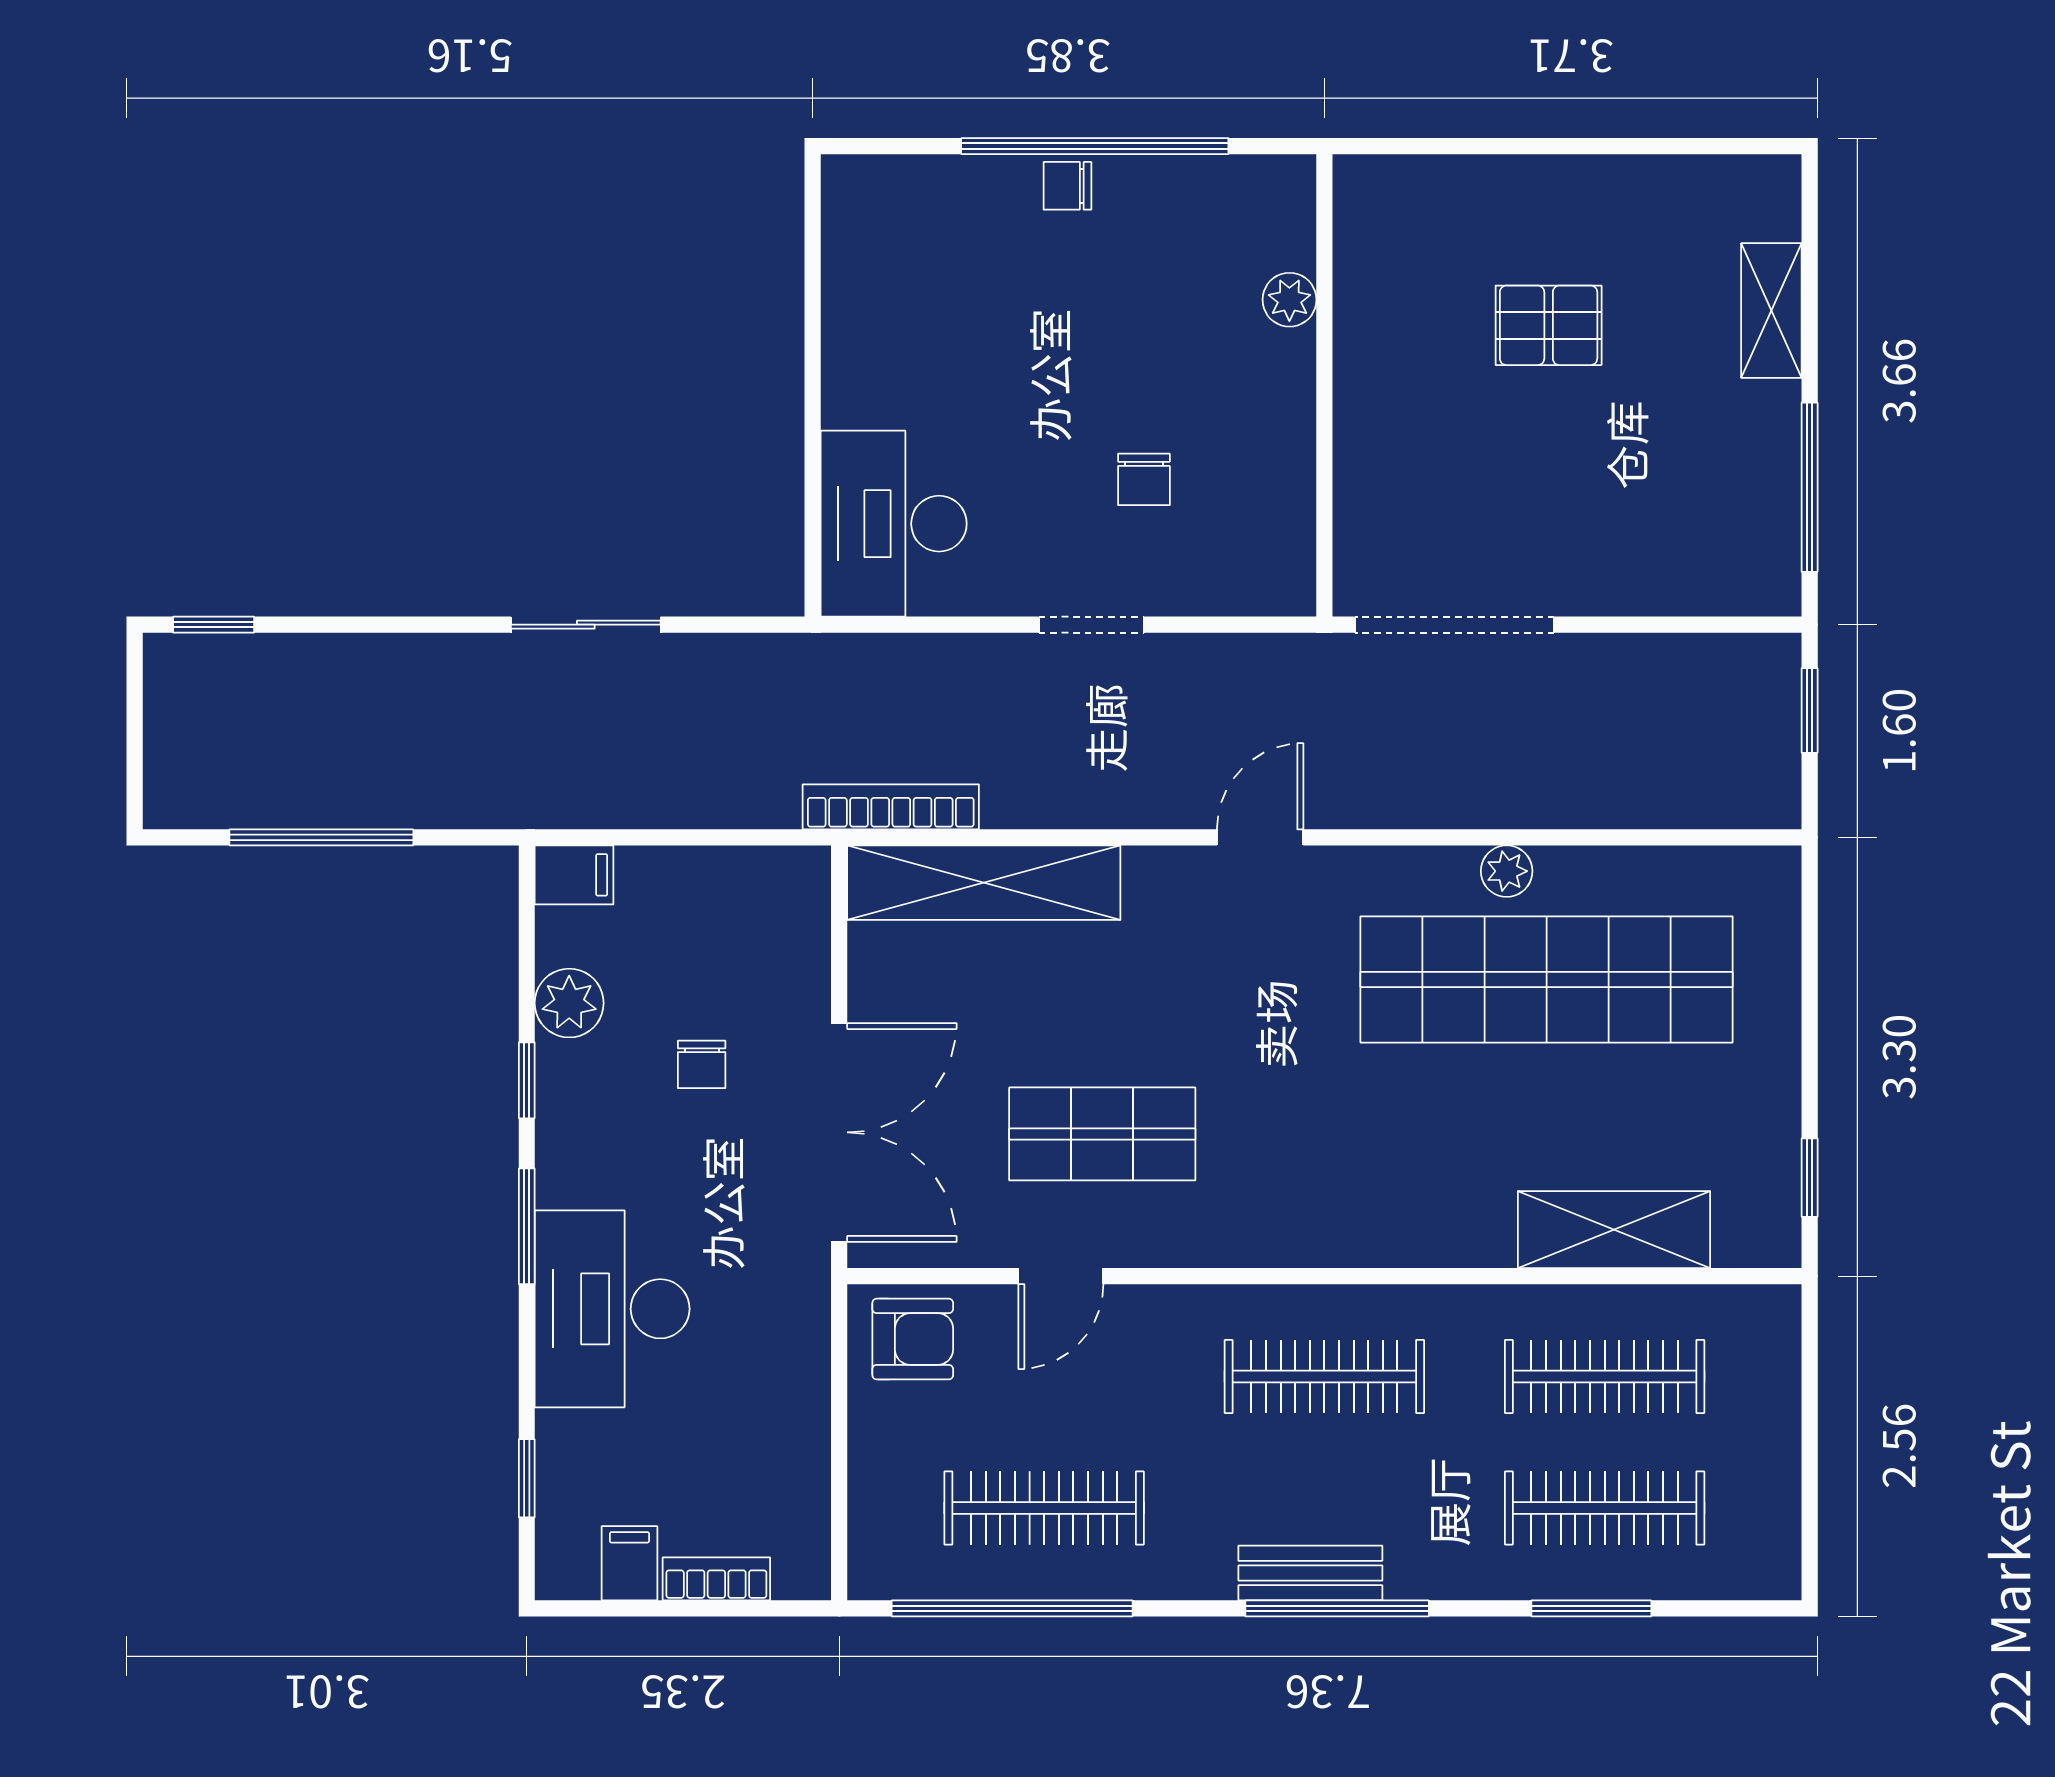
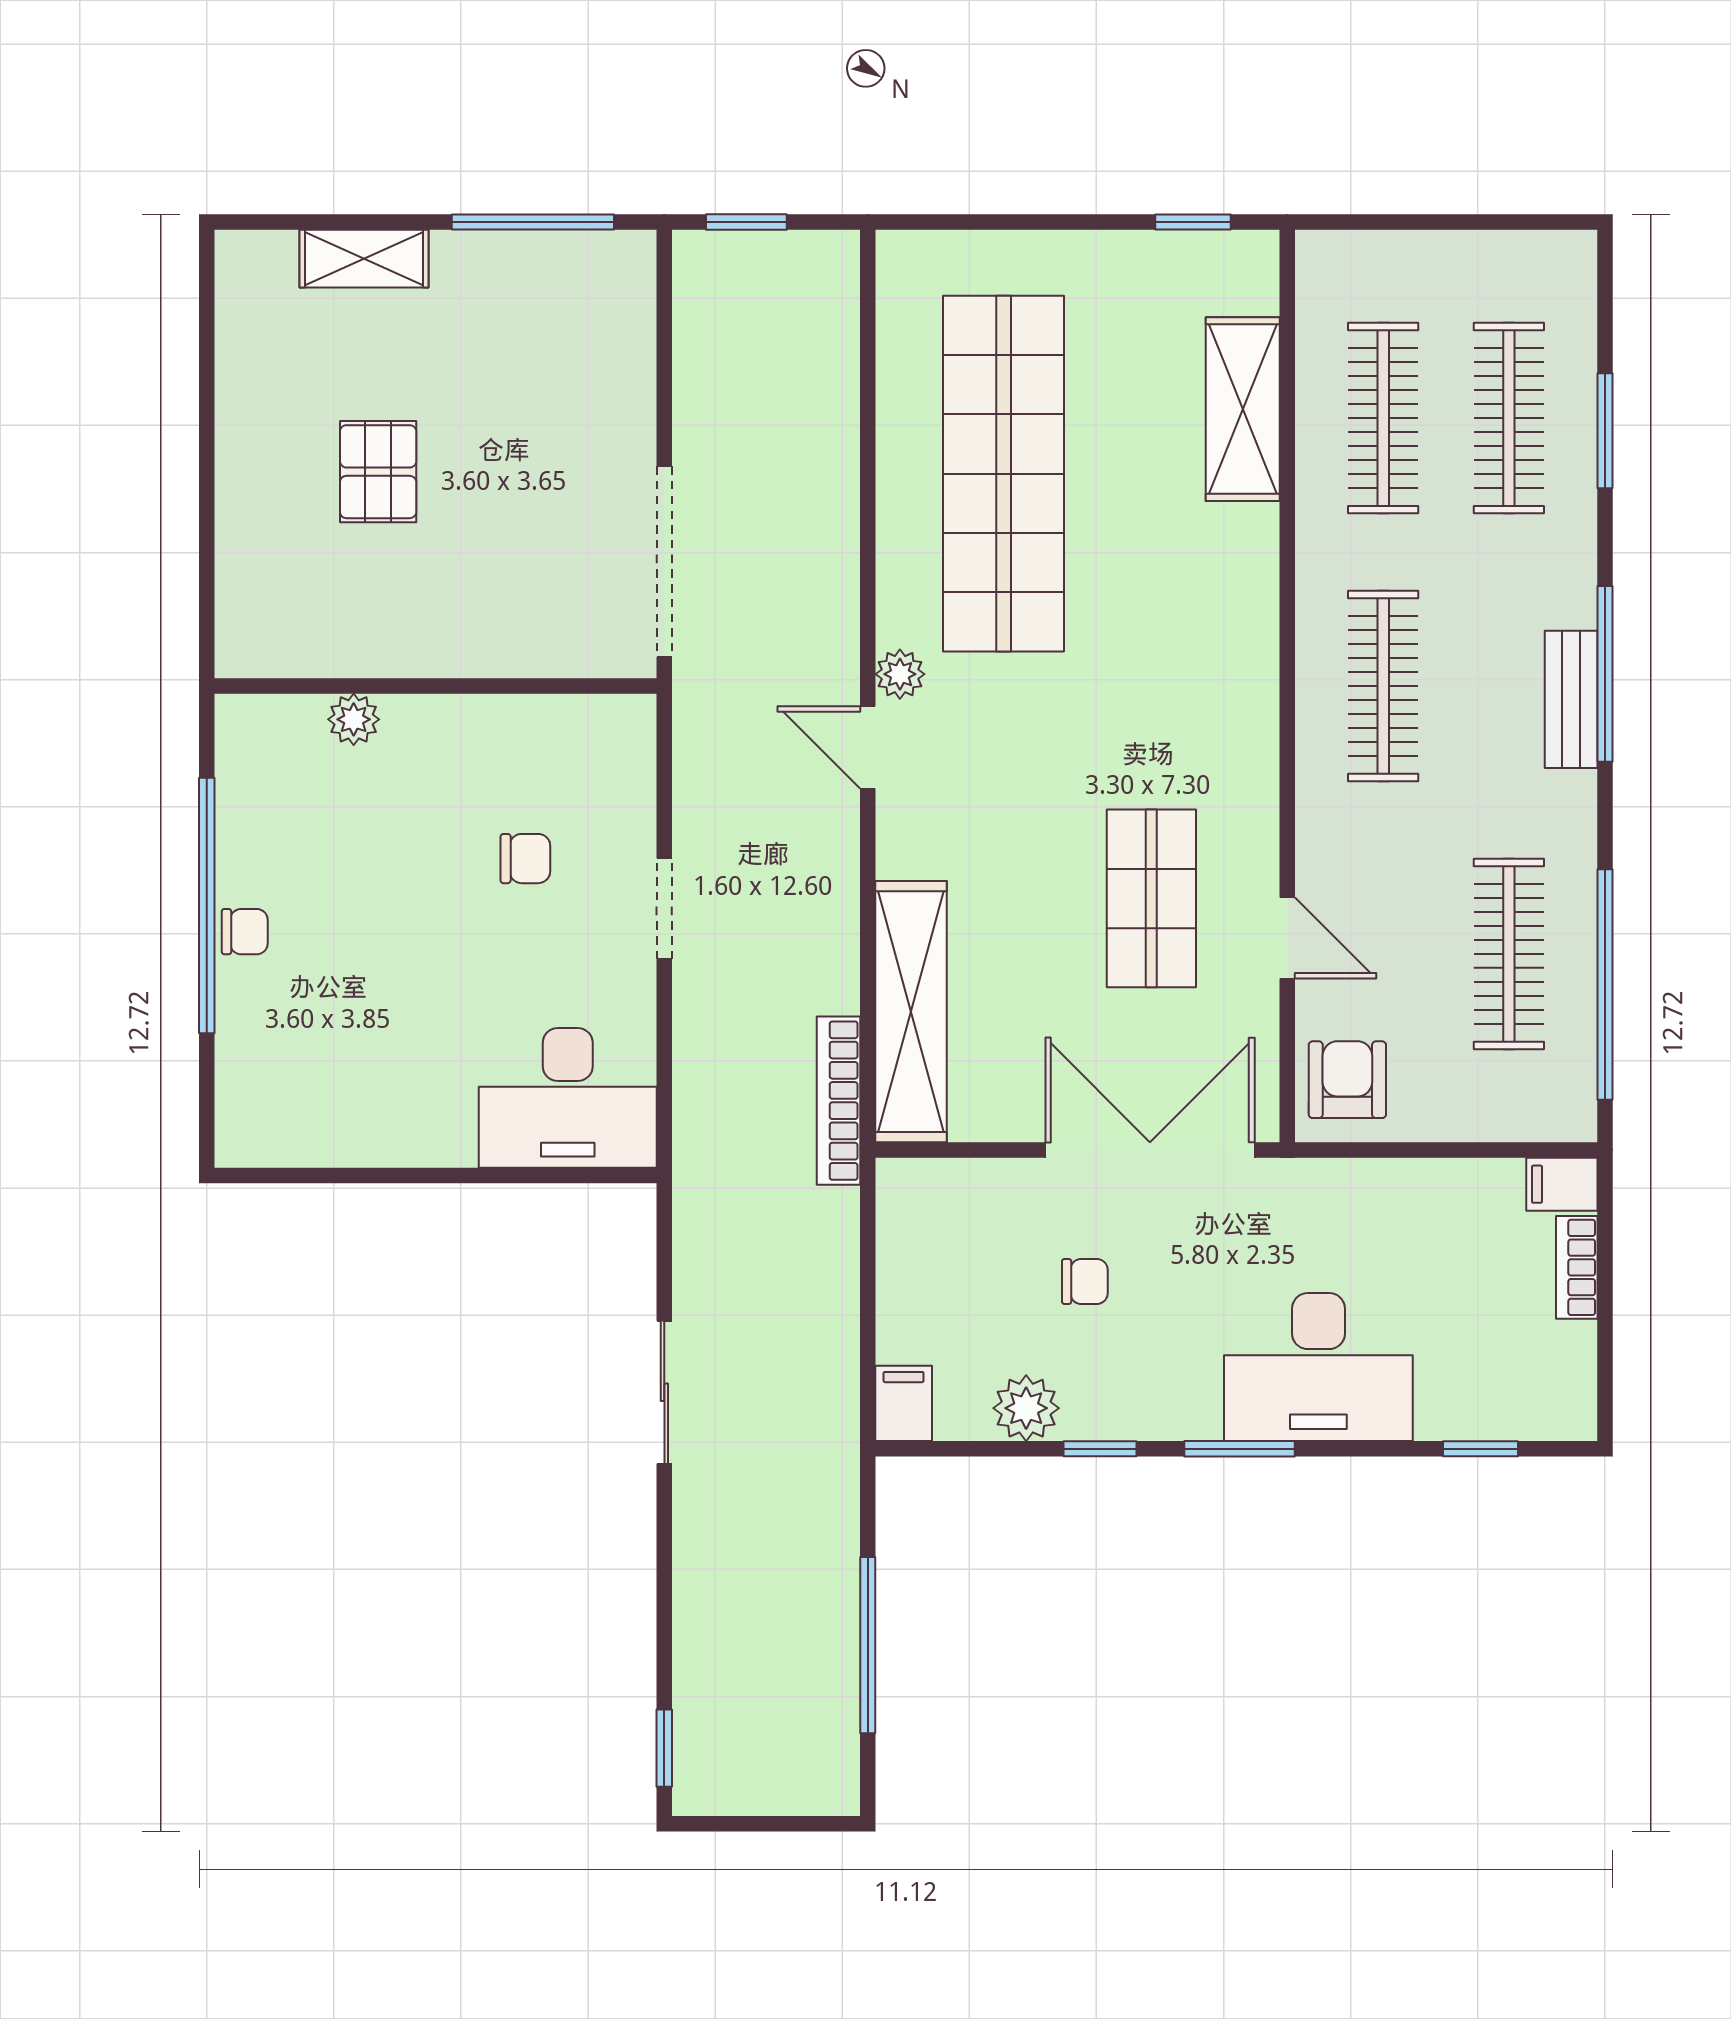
chair: (1067, 186) -> (245, 932), turned -90
plant: (1507, 871) -> (900, 674), moved
filing cabinet: (629, 1563) -> (1562, 1184), moved

